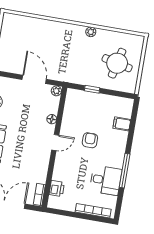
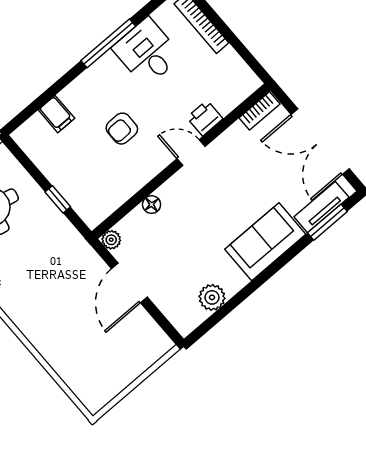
door: (55, 143) -> (191, 153), moved
printer: (57, 188) -> (205, 118), moved

